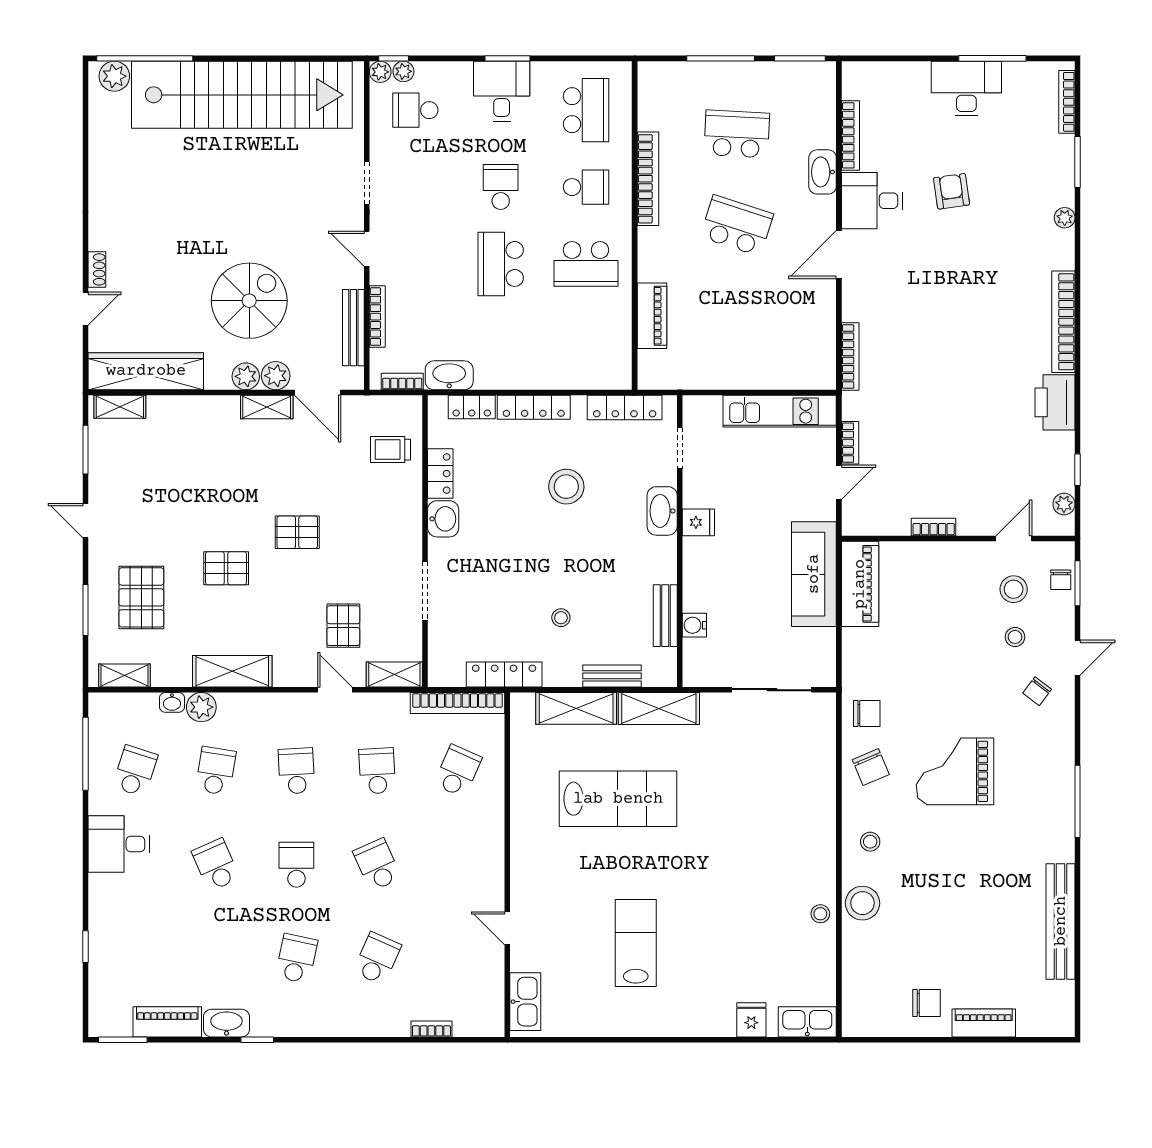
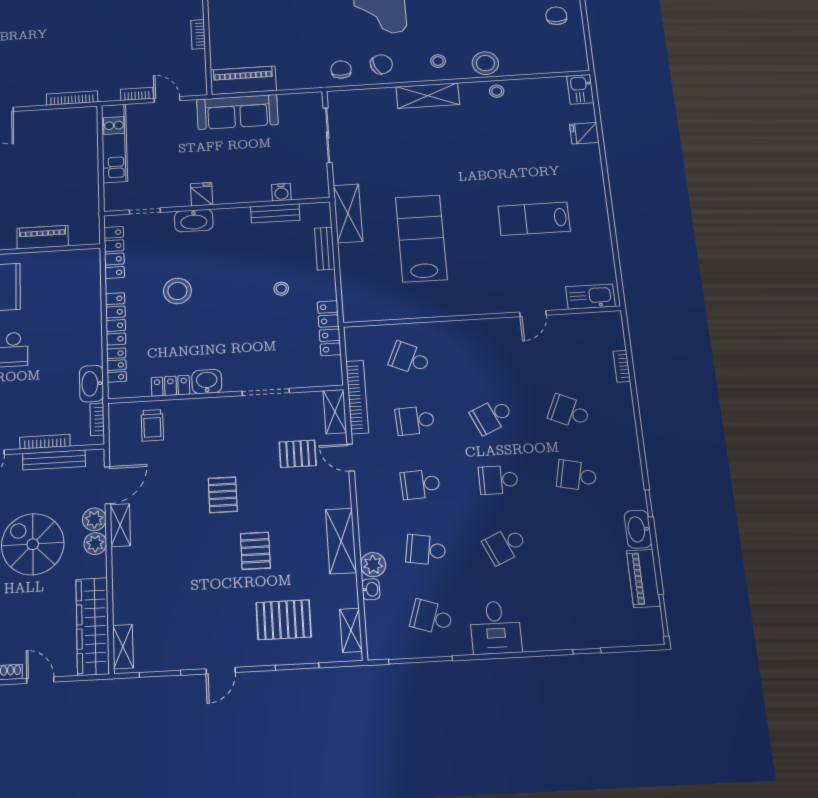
door: (335, 690) -> (351, 458), hinge flipped
bookcase: (457, 703) -> (357, 397), moved
shelving: (576, 708) -> (428, 96), moved, turned 90
kitchen sink: (807, 1022) -> (580, 89), width x0.73

